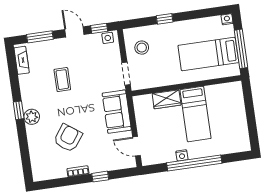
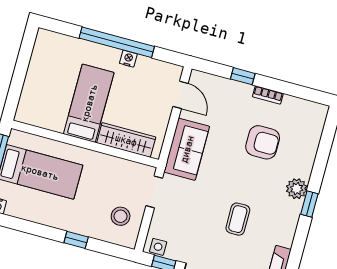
wardrobe: (167, 99) -> (126, 140), width x1.50
armchair: (68, 138) -> (263, 142), turned -126

